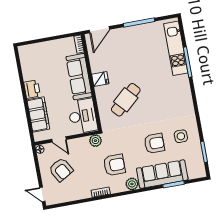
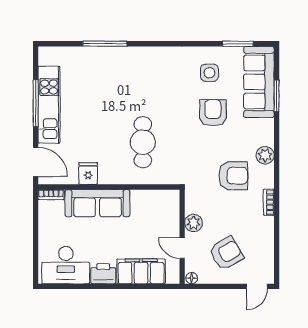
kitchen unit: (176, 48) -> (49, 105), moved, turned -90
fridge: (100, 79) -> (88, 173), moved
cafe table: (126, 100) -> (143, 142), turned 42
desk: (83, 116) -> (66, 265), moved, turned 180
door: (59, 139) -> (182, 248), swing flipped
plant: (95, 141) -> (194, 223), moved
armchair: (114, 165) -> (233, 176), turned 90
sofa: (162, 174) -> (259, 82), moved

